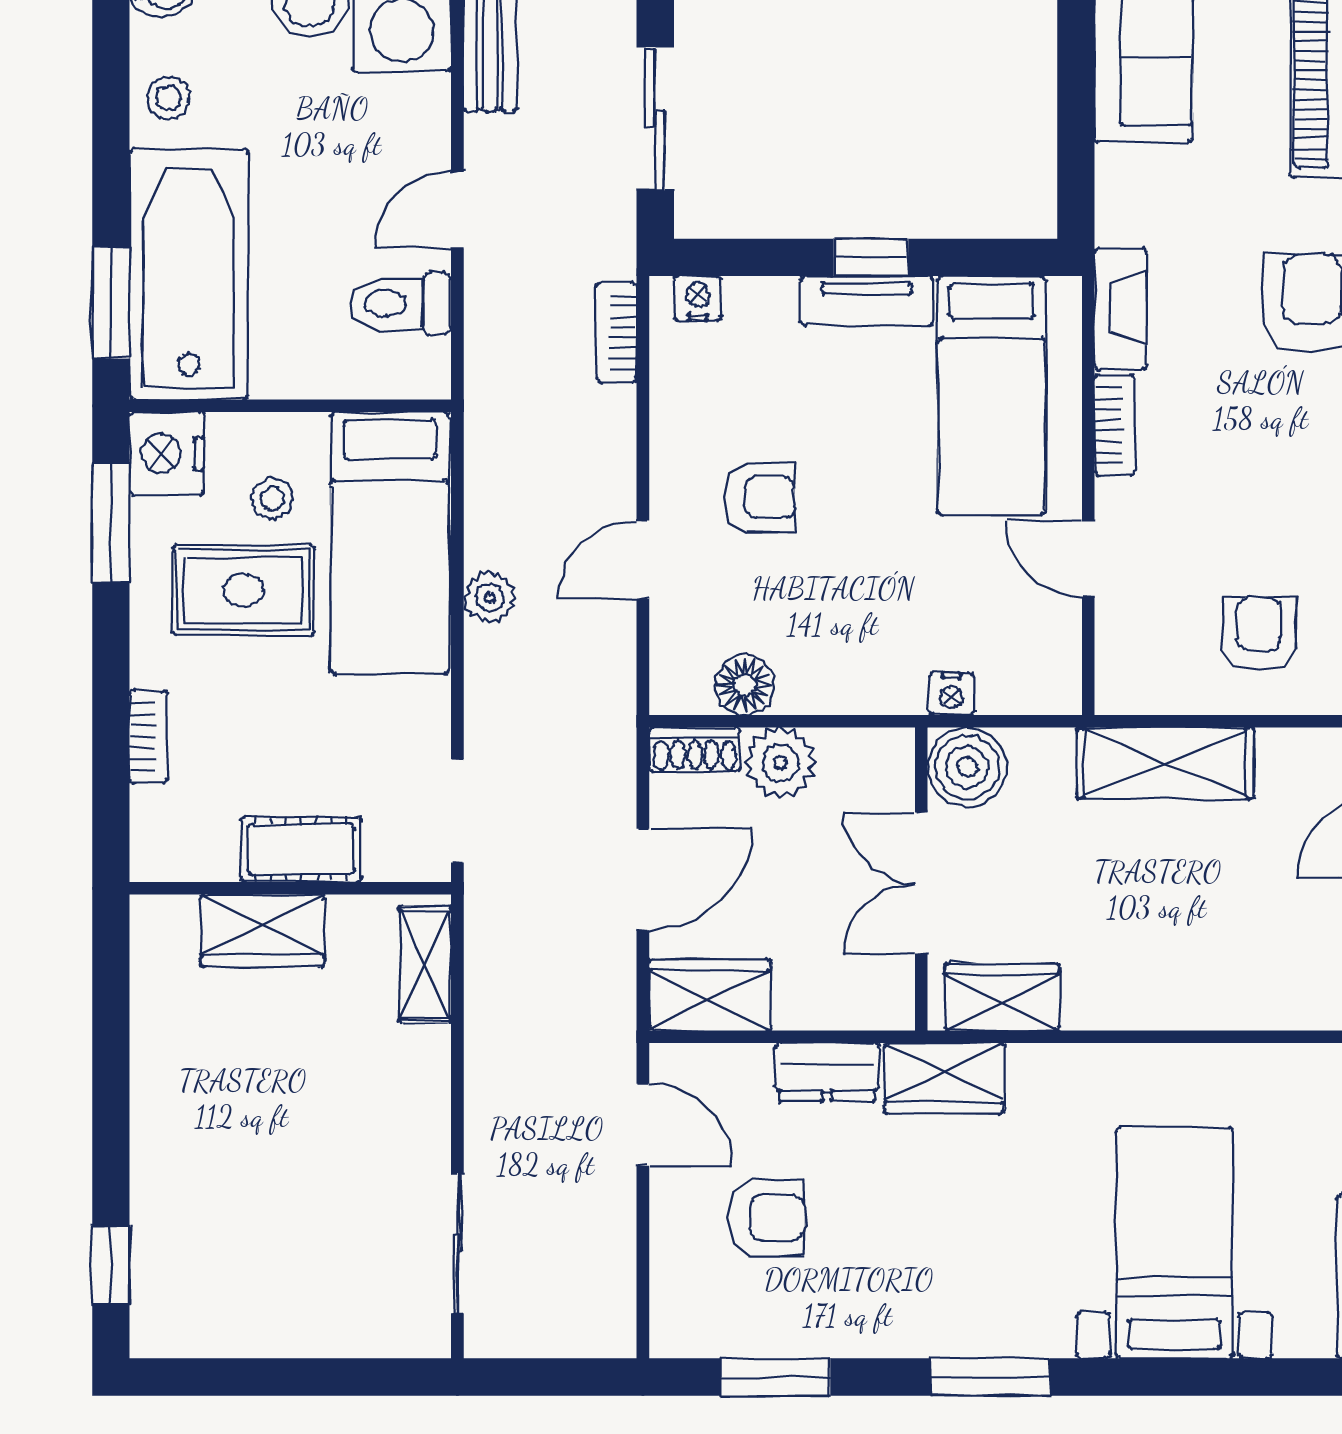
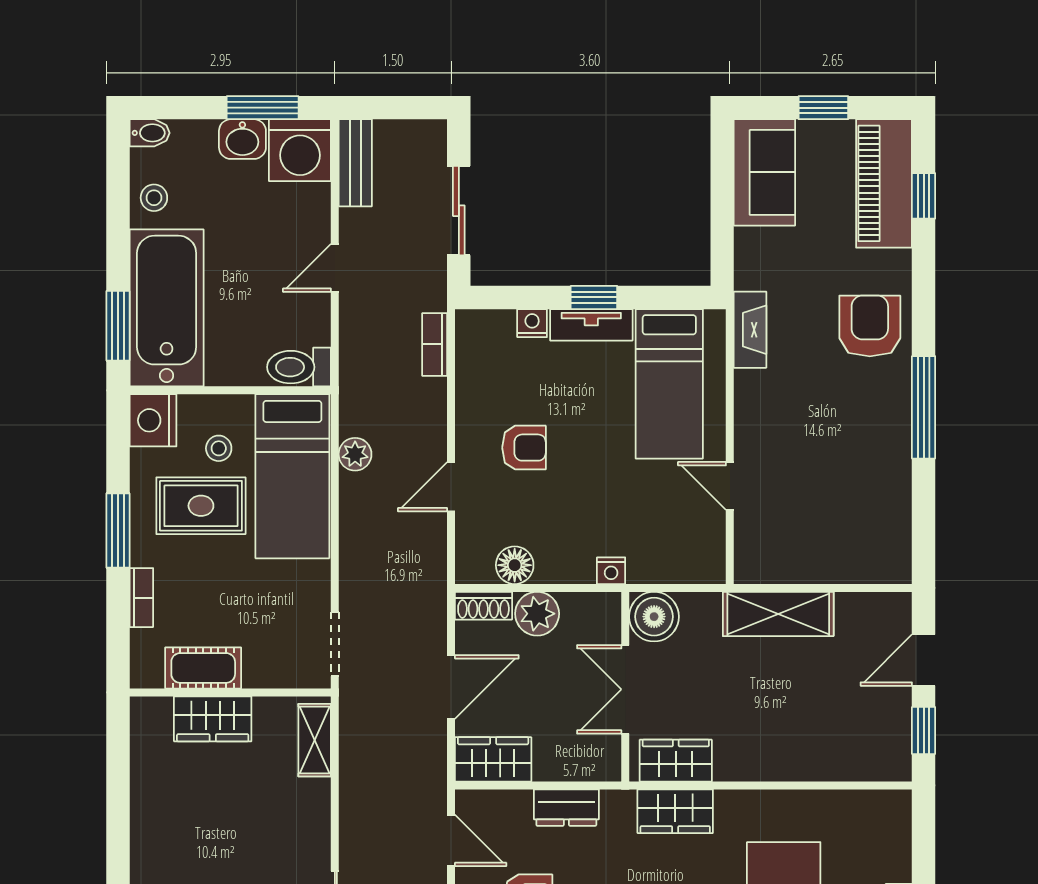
nightstand: (698, 298) -> (532, 323), moved
toilet: (400, 303) -> (299, 367), moved
bookcase: (1115, 425) -> (746, 402), removed
window: (111, 523) -> (118, 530), moved
plant: (490, 597) -> (355, 454), moved
armchair: (1259, 634) -> (837, 533), removed
nightstand: (951, 694) -> (611, 571), moved
cot: (301, 849) -> (203, 668), moved
wardrobe: (944, 1078) -> (675, 811), moved

